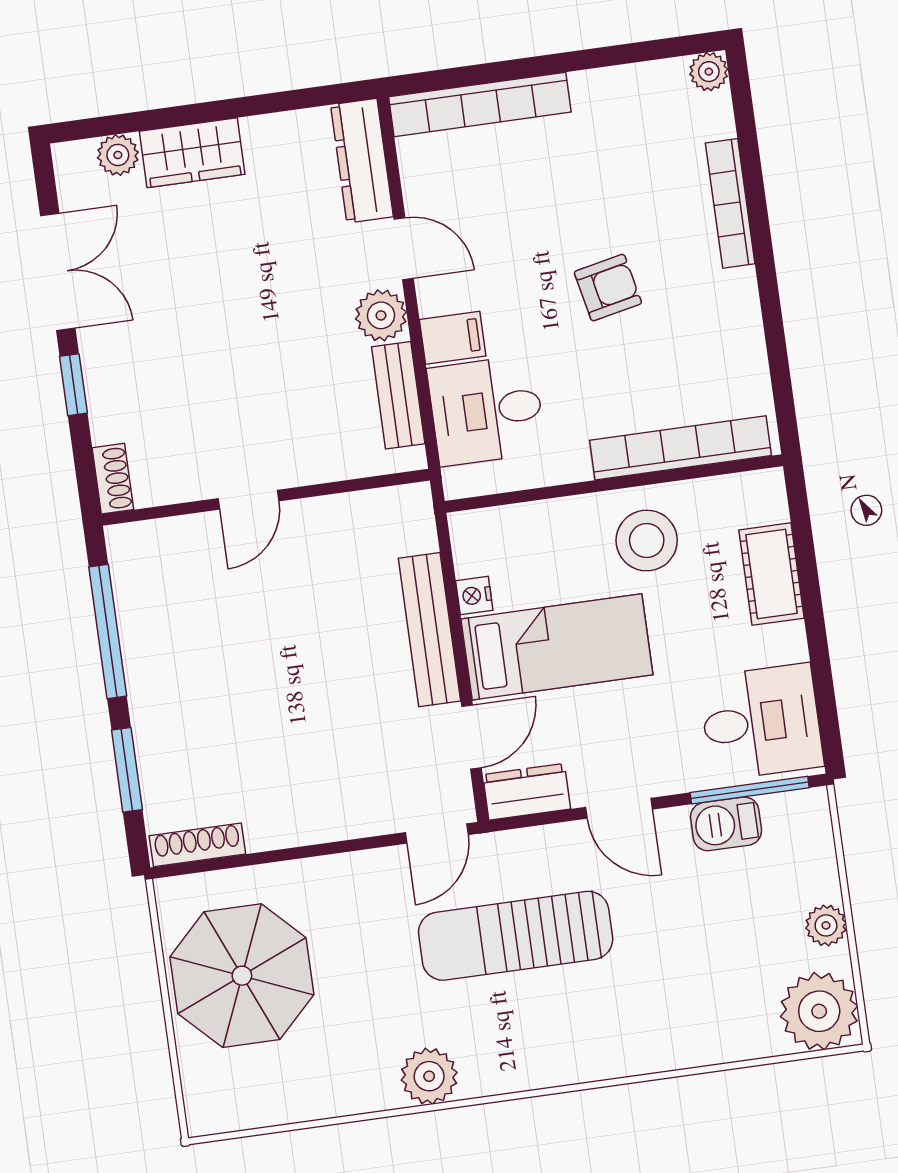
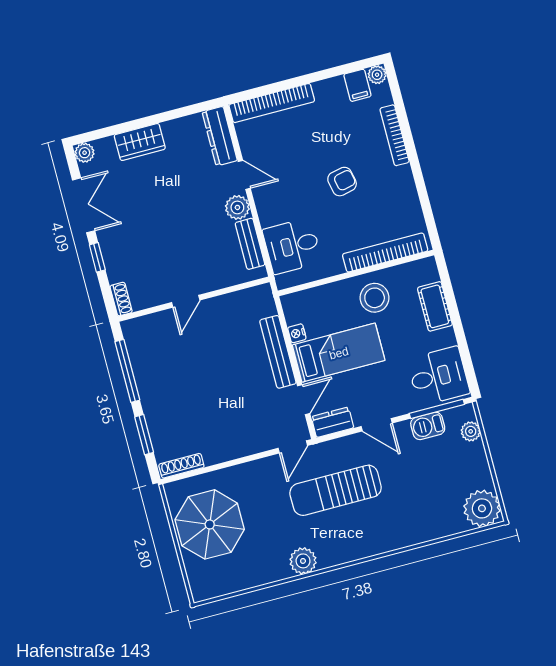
plant: (118, 155) -> (85, 153), moved
filing cabinet: (453, 338) -> (357, 85), moved, turned 90
plant: (826, 925) -> (471, 431), moved

